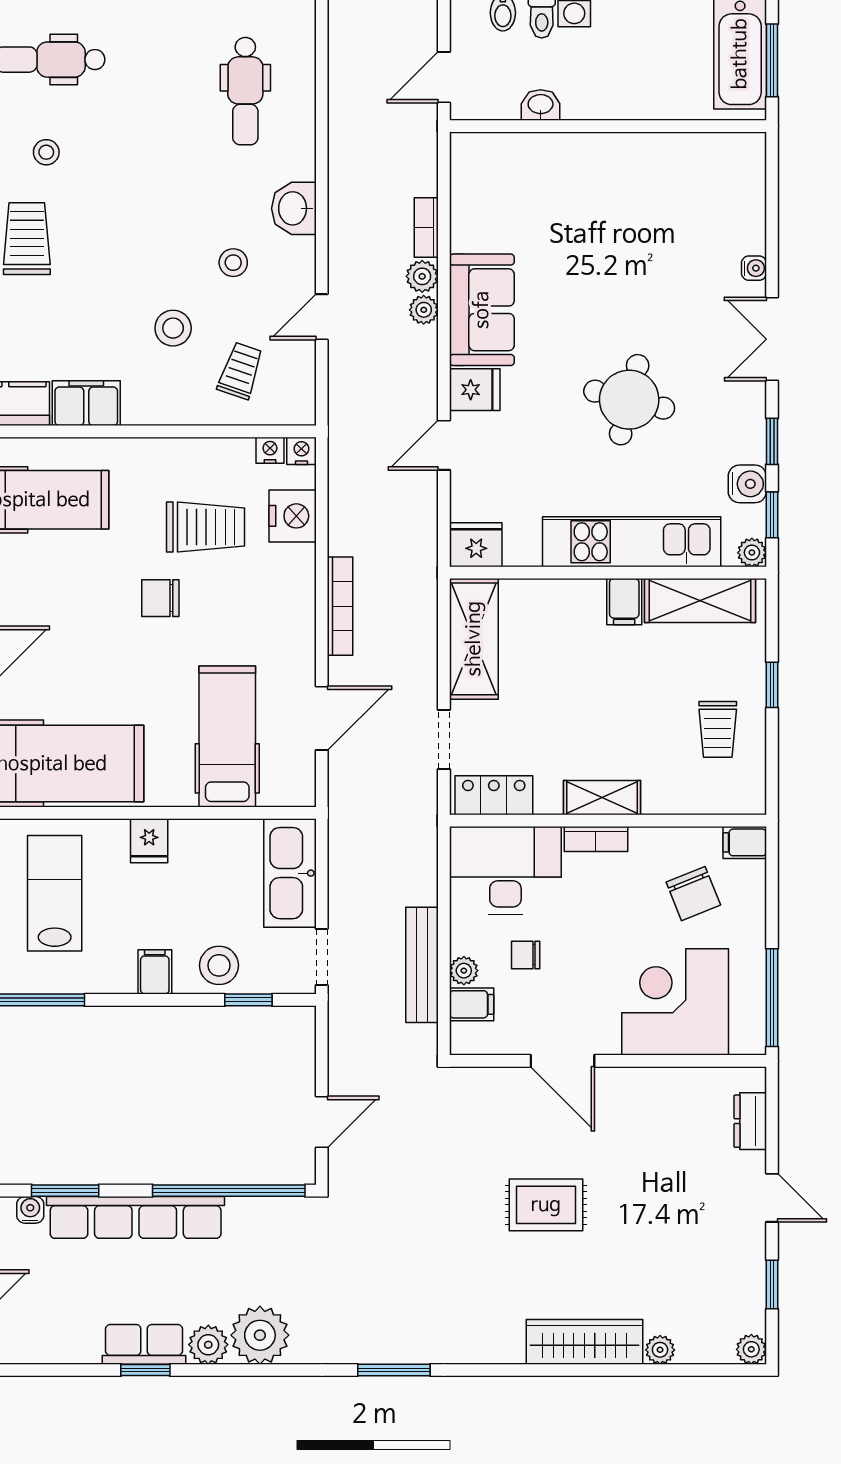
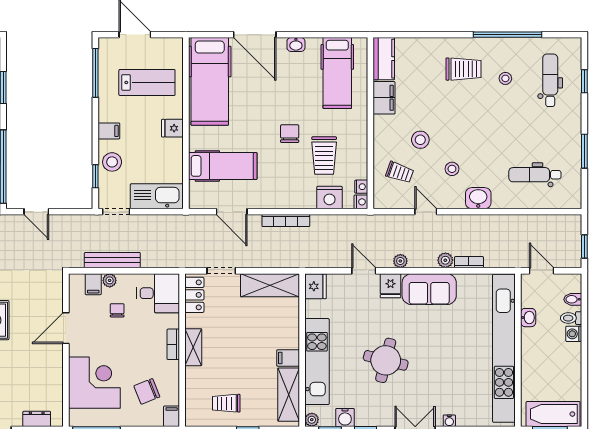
kitchen unit: (604, 155) -> (504, 348), added
plant: (424, 310) -> (400, 261), moved
desk: (505, 870) -> (158, 293), width x0.73

